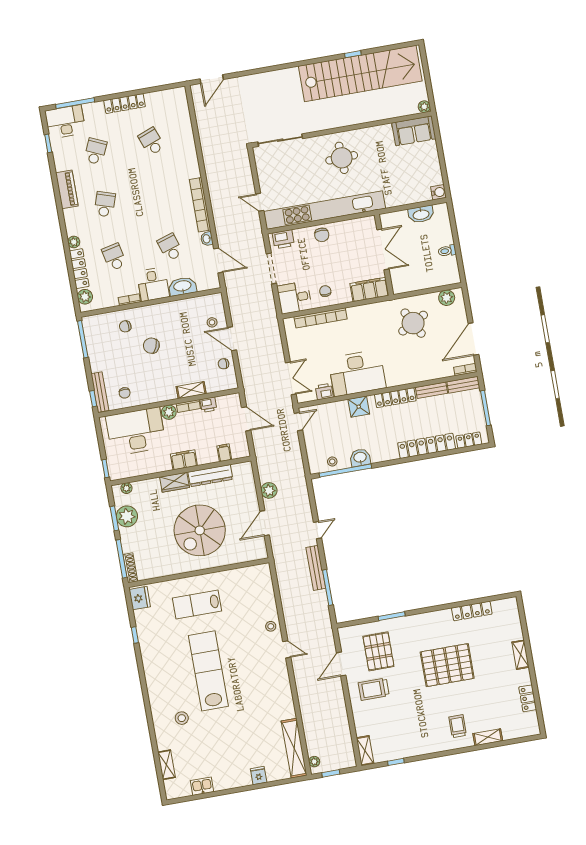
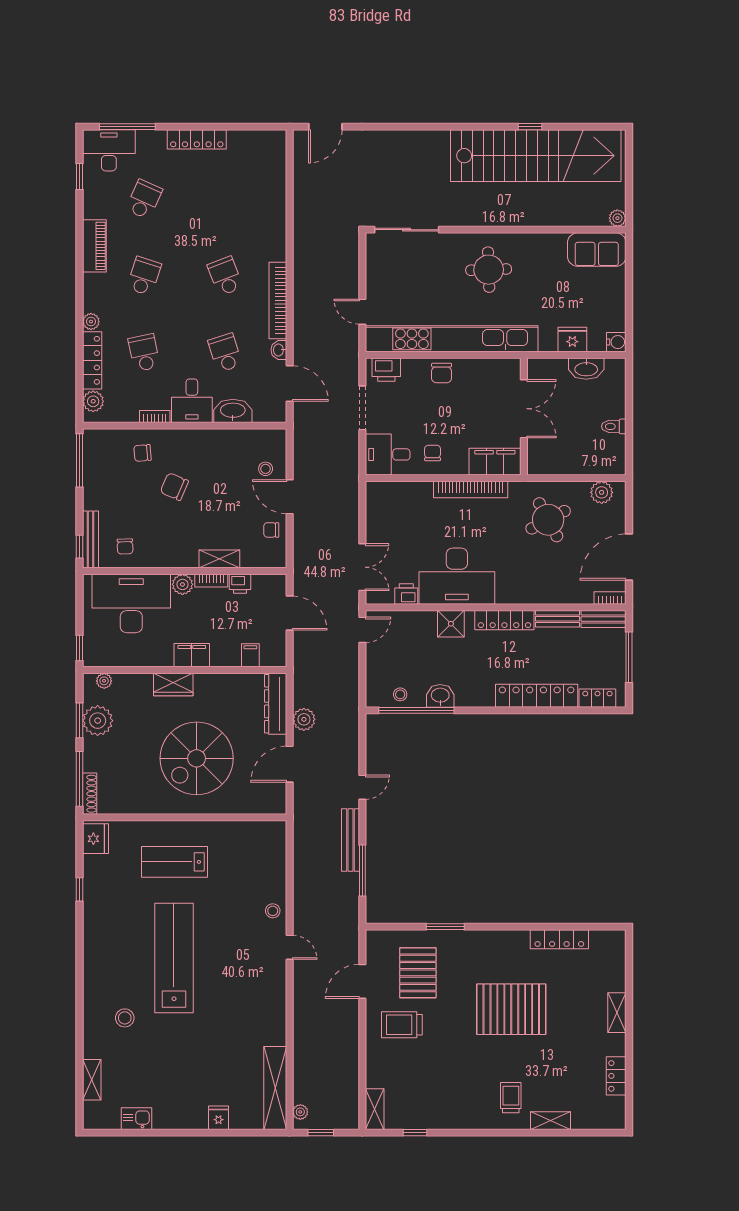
school desk: (151, 141) -> (225, 276), moved
fridge: (408, 196) -> (572, 340), added
bookcase: (321, 318) -> (471, 490), moved
dresser: (210, 476) -> (276, 704), moved, turned 90

